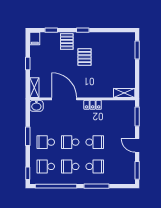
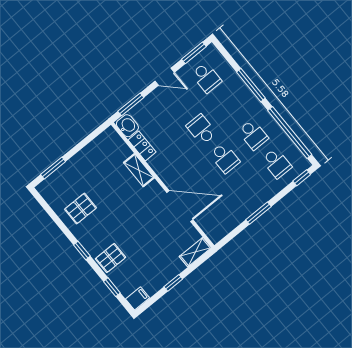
pallet: (84, 57) -> (80, 209), moved
shelving: (124, 93) -> (139, 170), moved
door: (64, 99) -> (180, 206), swing flipped
locker: (93, 105) -> (142, 146), moved
washbasin: (36, 106) -> (127, 126), moved
school desk: (46, 142) -> (248, 187), removed
door: (137, 145) -> (165, 77), hinge flipped
school desk: (95, 166) -> (206, 78), moved, turned 180

